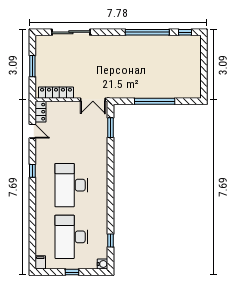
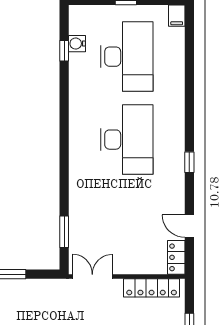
water cooler: (102, 264) -> (77, 44), moved

